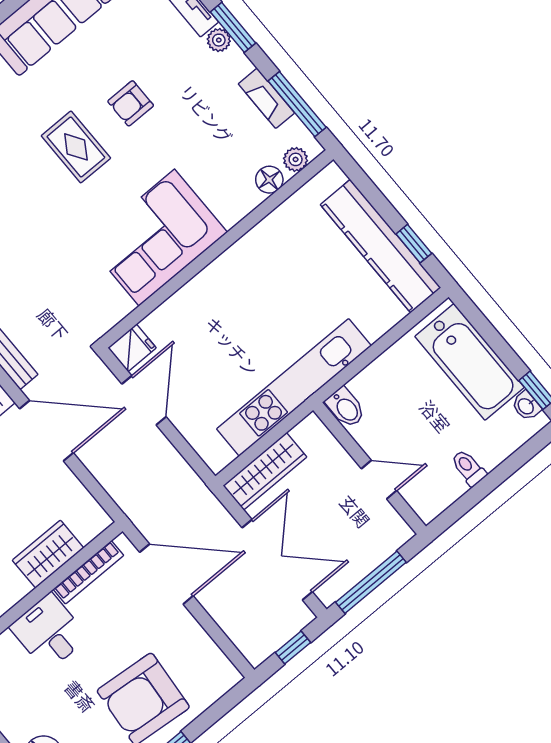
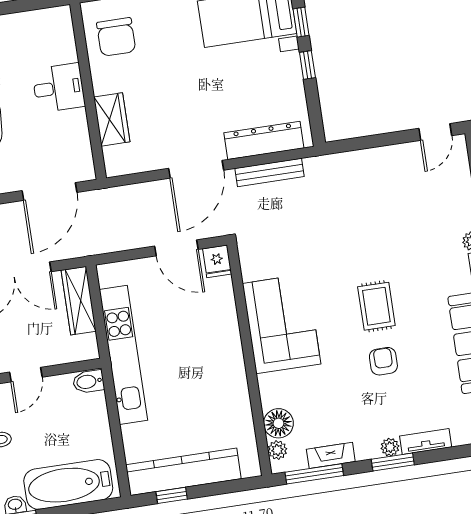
rug: (76, 147) -> (376, 306), turned 90
floor lamp: (269, 180) -> (278, 423), width x1.38, depth x1.38
bookcase: (88, 572) -> (83, 139), removed

